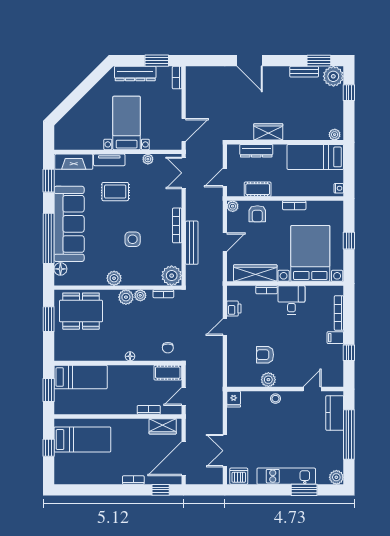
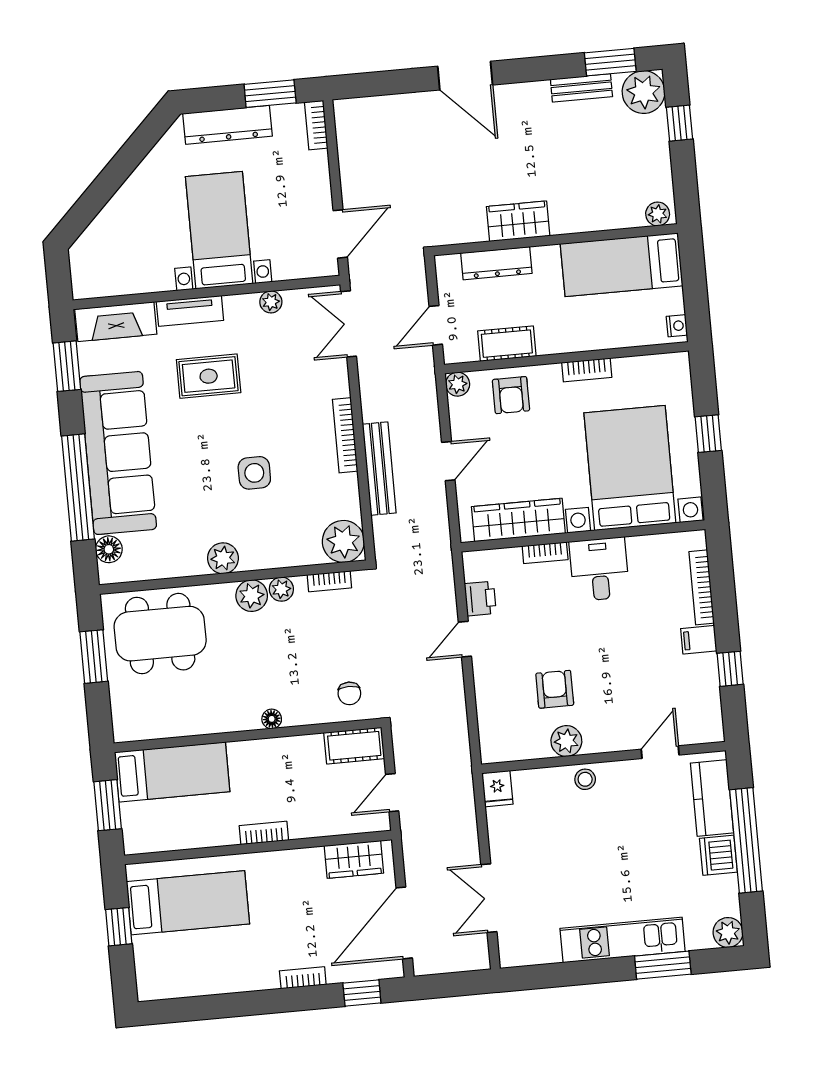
armchair: (265, 355) -> (555, 689), turned 90
bookcase: (149, 410) -> (264, 833), moved
dishwasher: (239, 476) -> (718, 855), moved, turned -90

